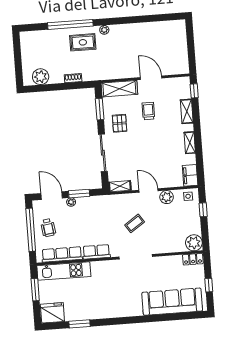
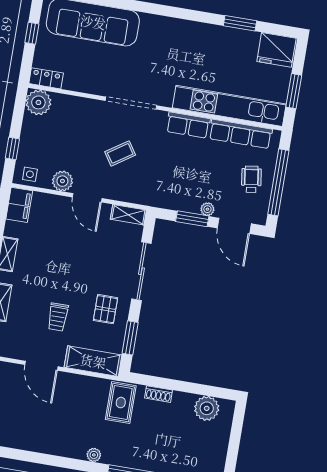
rug: (83, 42) -> (121, 403), moved, turned 90
kitchen unit: (64, 271) -> (229, 106), width x1.36

